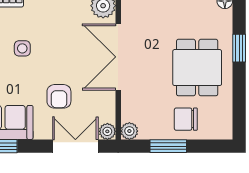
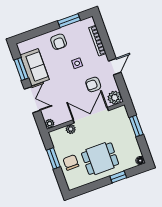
armchair: (59, 96) -> (93, 84), moved
plant: (129, 131) -> (71, 129), moved
double door: (75, 146) -> (32, 100), moved

